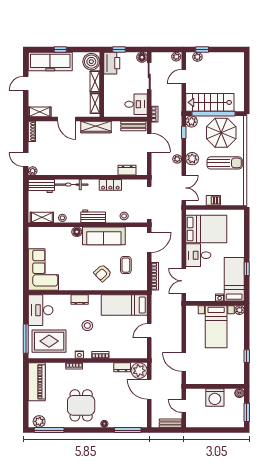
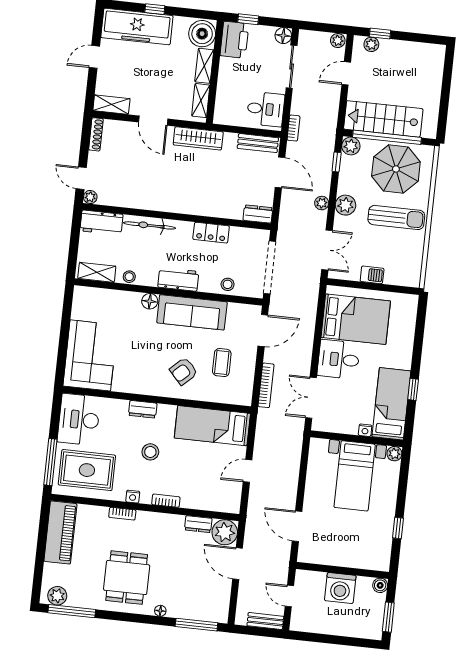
dresser: (127, 170) -> (258, 214), moved

